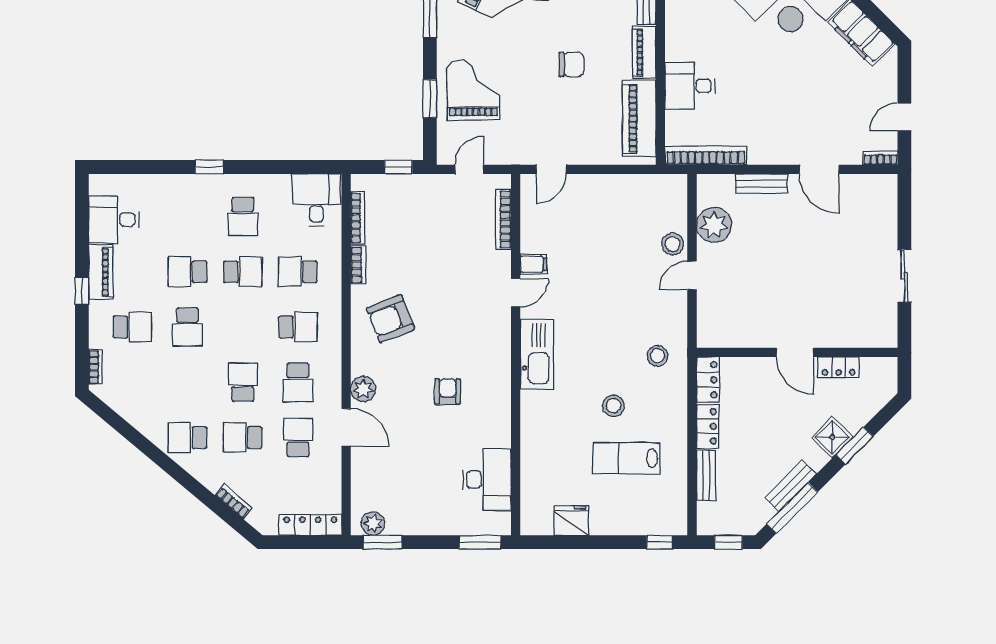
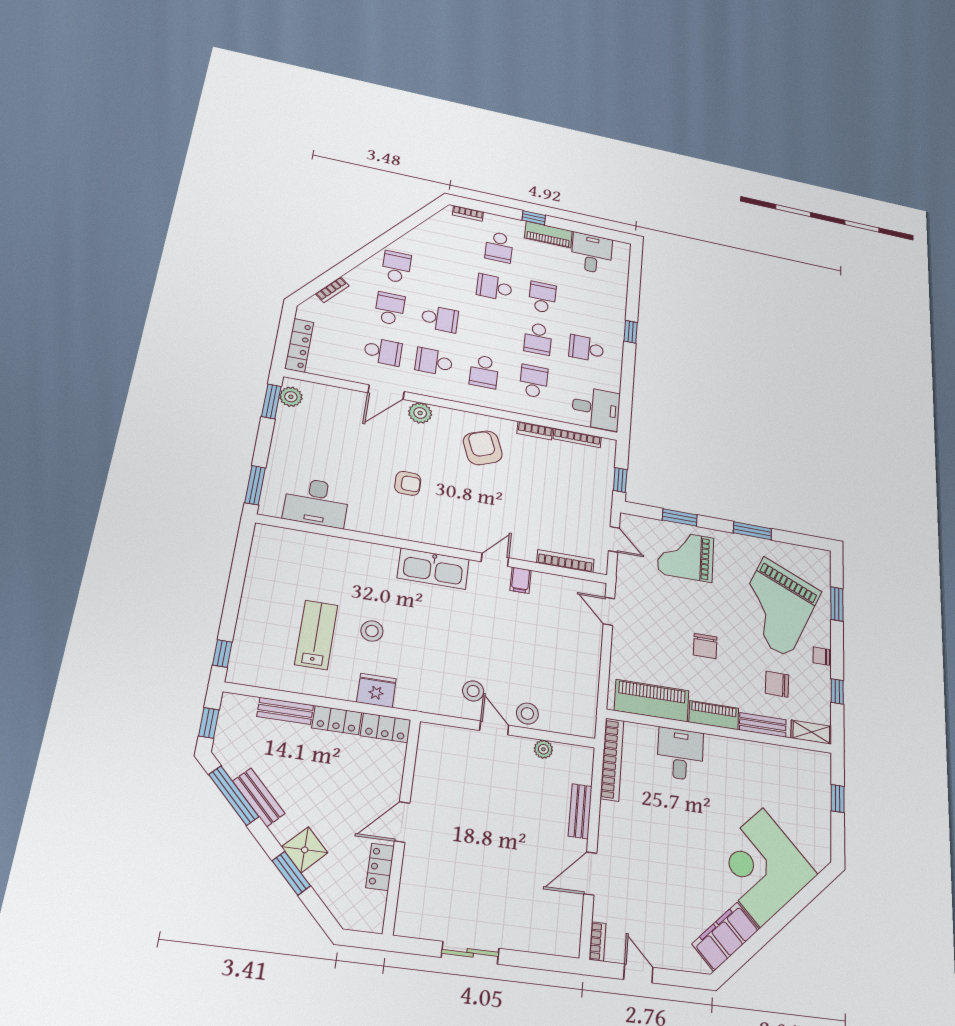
grand piano: (473, 90) -> (686, 556), turned 180
plant: (714, 225) -> (543, 749), width x0.53, depth x0.53
door: (516, 293) -> (495, 560), swing flipped
stool: (658, 356) -> (473, 691), moved
fridge: (571, 521) -> (376, 690), moved, turned -90

